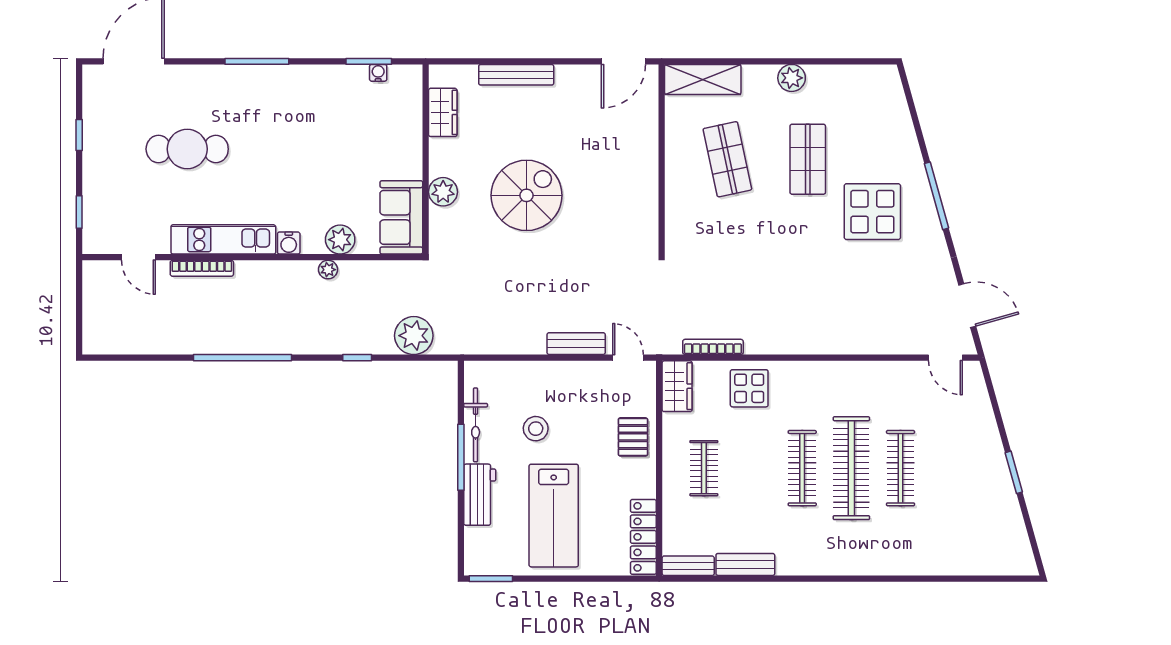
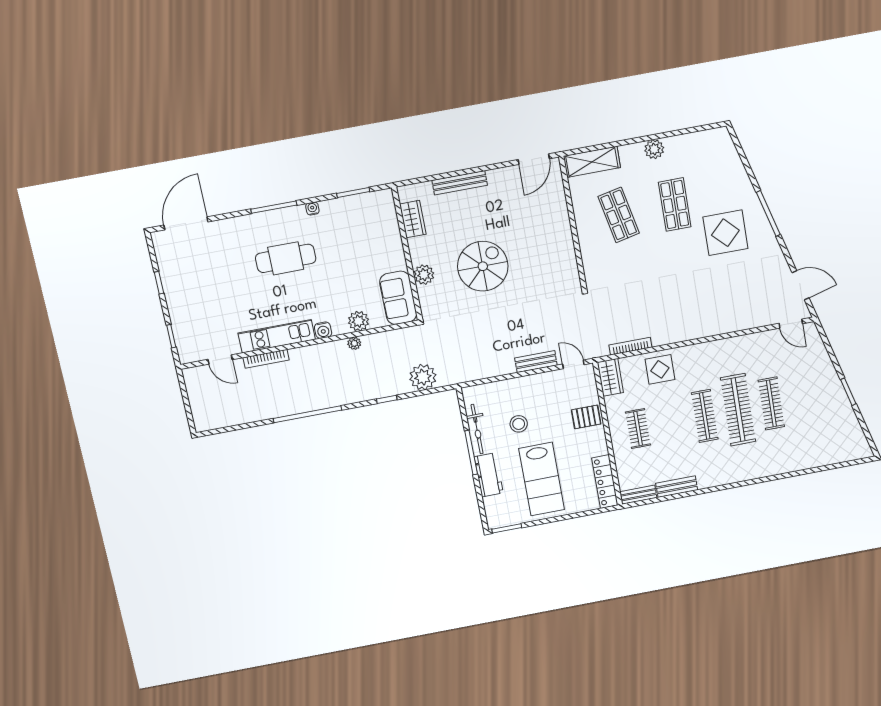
water cooler: (378, 73) -> (312, 209), moved
cafe table: (187, 149) -> (286, 258), moved
pallet: (633, 437) -> (586, 417), turned 90

